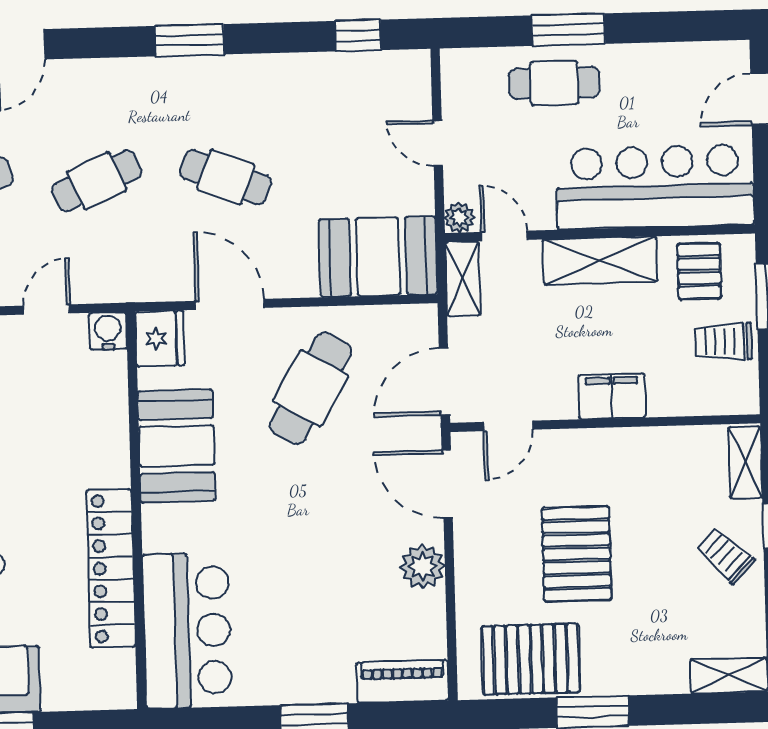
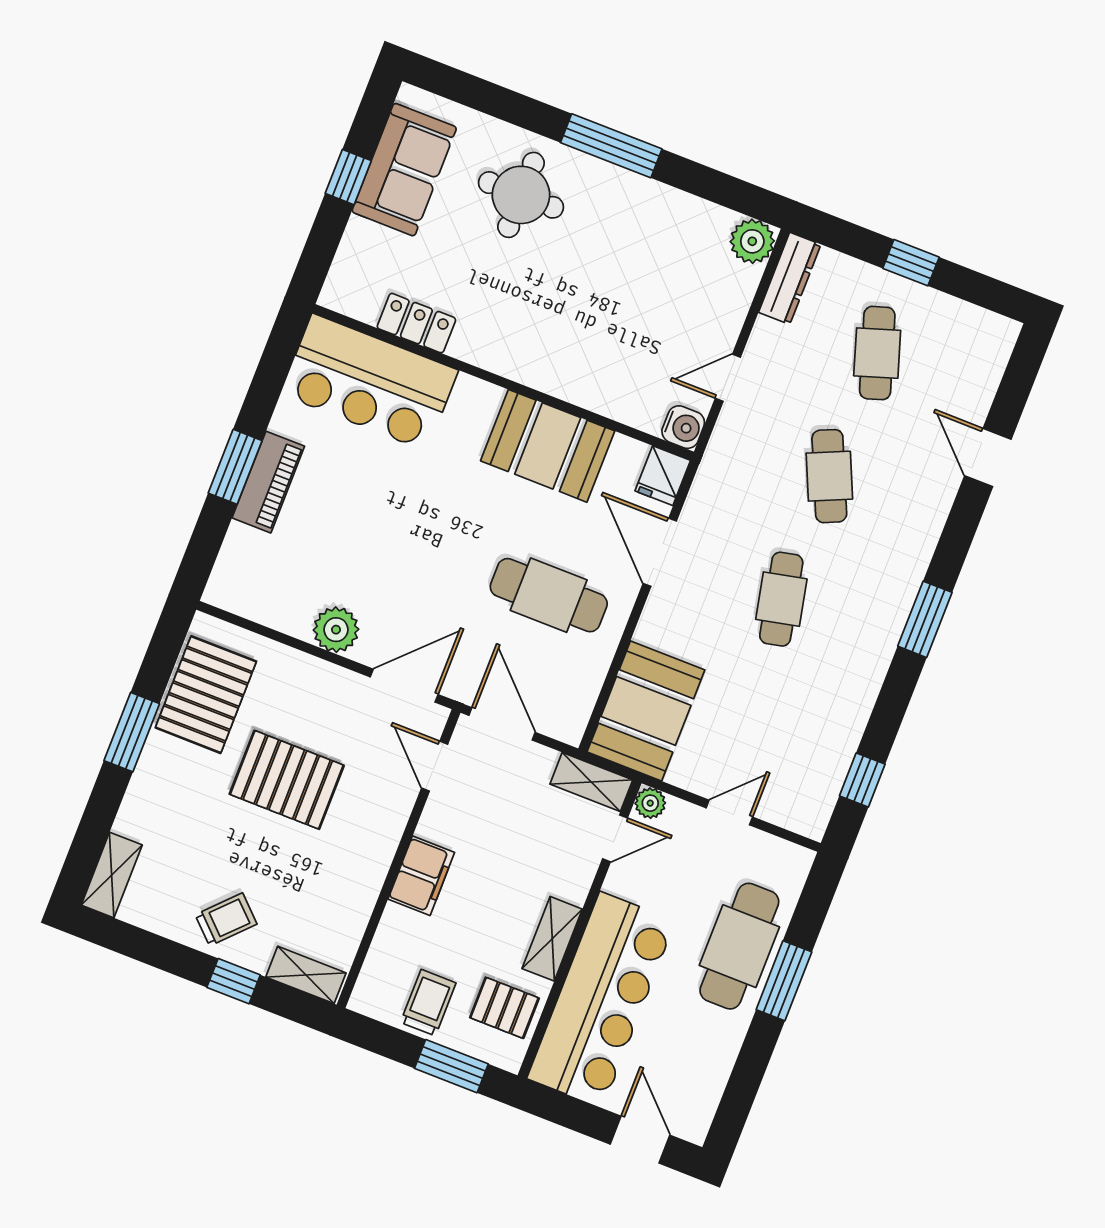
cafe table: (554, 83) -> (739, 946), width x1.37, depth x1.35
cafe table: (226, 177) -> (781, 599), turned -33
shelving: (600, 261) -> (552, 939), width x0.67, depth x0.75
door: (230, 304) -> (660, 552), swing flipped
door: (47, 310) -> (728, 378), swing flipped
fridge: (160, 339) -> (663, 476), width x0.72
cafe table: (311, 388) -> (549, 595), turned -30
locker: (111, 568) -> (416, 323), width x0.46, depth x0.83
piano: (403, 681) -> (268, 482), moved

